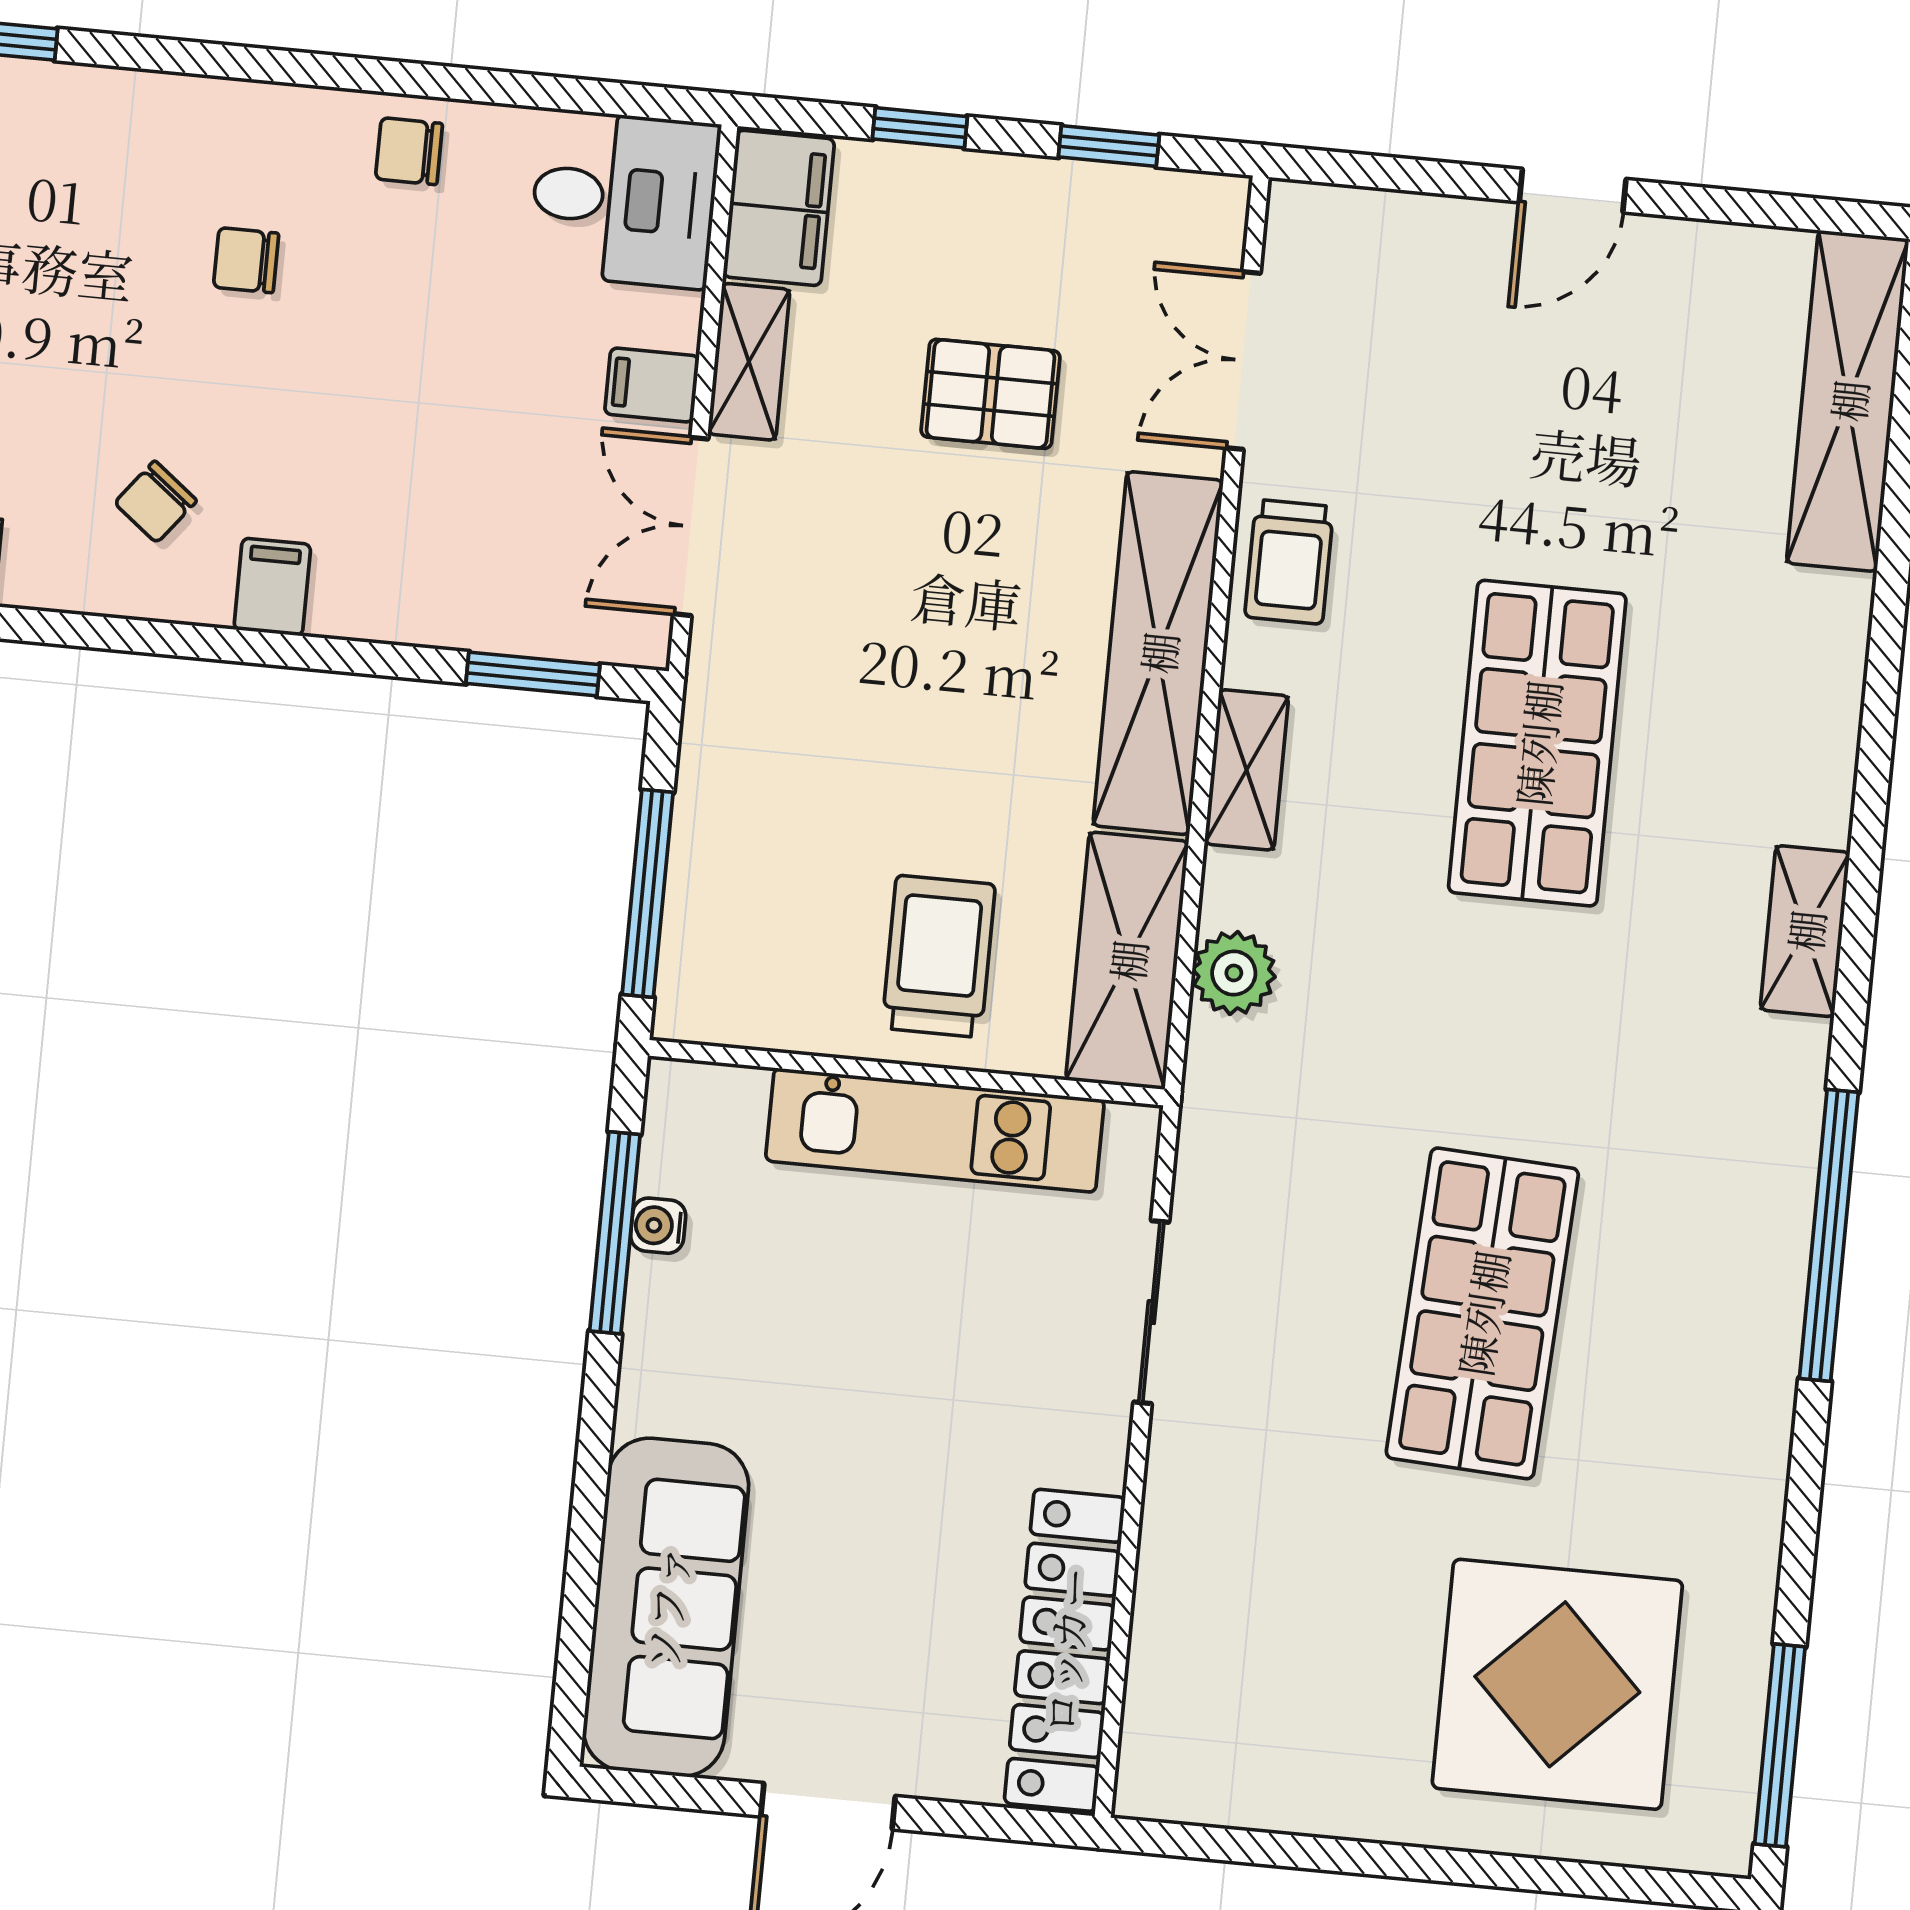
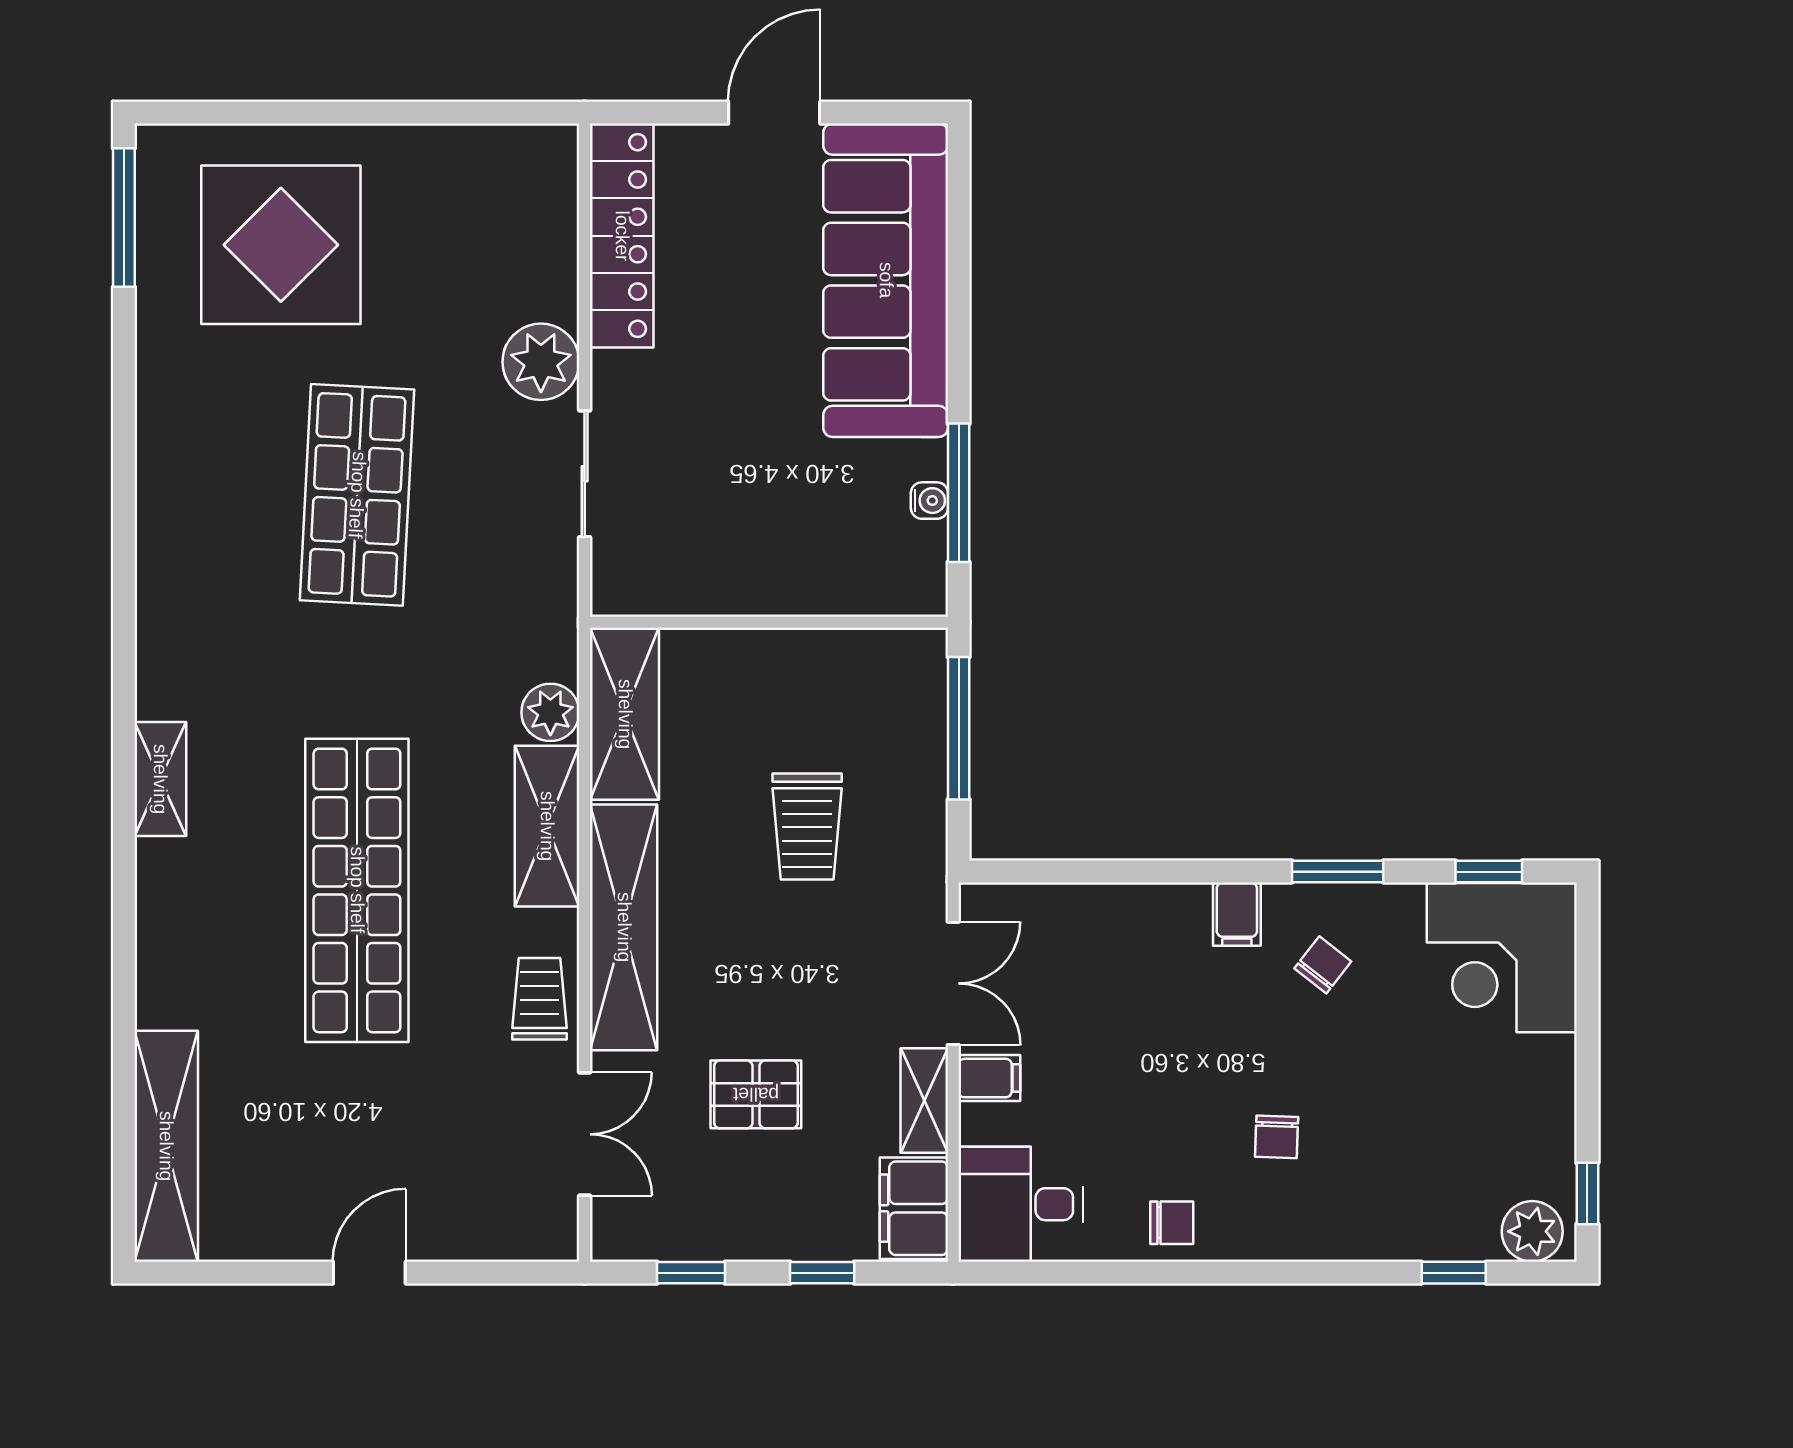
chair: (246, 260) -> (1277, 1137), turned 92
window: (533, 674) -> (1338, 872), moved
shop shelf: (1537, 743) -> (357, 890), width x1.40
shelving: (1247, 770) -> (547, 826), width x1.50, depth x1.33
trolley: (939, 956) -> (807, 827), moved
kitchen unit: (935, 1130) -> (745, 584), removed
window: (1829, 1235) -> (124, 571), removed
plant: (1199, 1480) -> (541, 362), added
sofa: (666, 1607) -> (886, 280), width x1.36, depth x1.27

